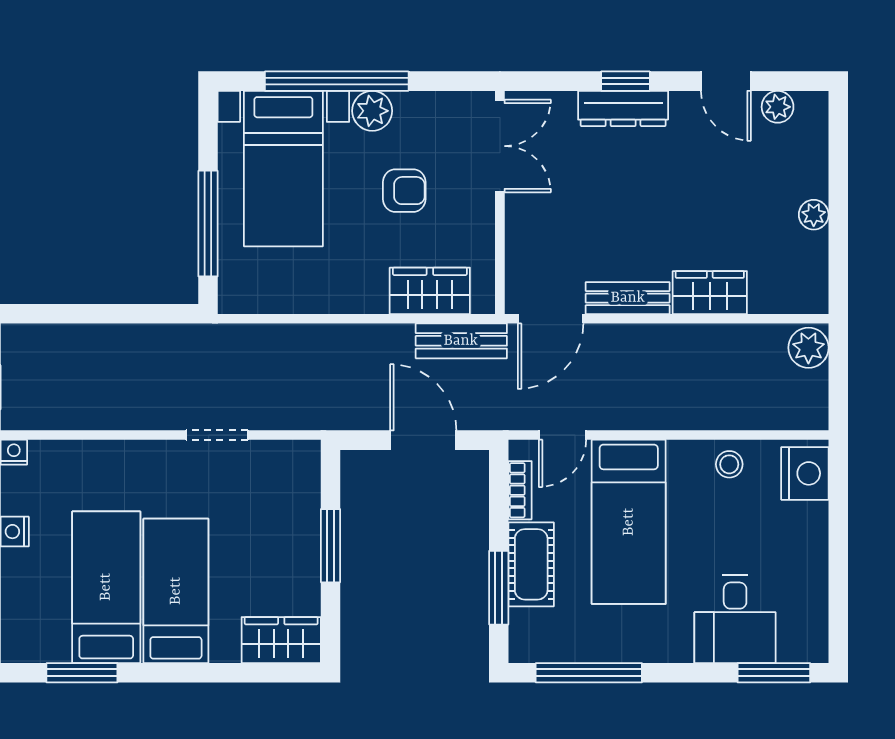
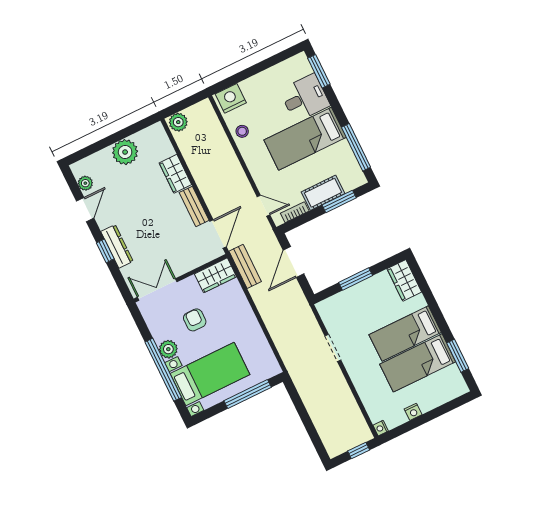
plant: (814, 215) -> (125, 152), width x1.88, depth x1.88
wardrobe: (430, 291) -> (215, 275), moved, turned -90
door: (551, 319) -> (218, 234), hinge flipped
bed: (629, 522) -> (305, 139), moved, turned 180

